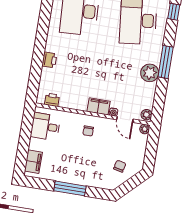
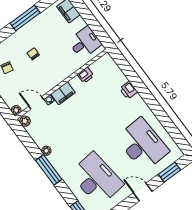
plant: (150, 73) -> (46, 151), width x0.53, depth x0.53
printer: (52, 100) -> (86, 75), moved
chair: (88, 131) -> (33, 54), moved

